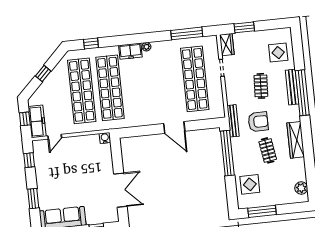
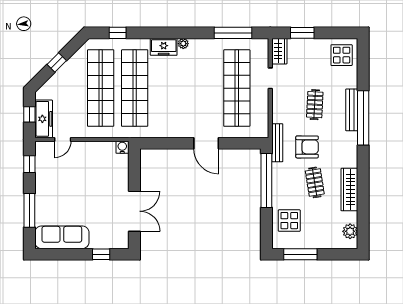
display table: (278, 53) -> (342, 55), moved
wardrobe: (296, 140) -> (349, 190), moved
window: (33, 199) -> (29, 210), width x1.44

